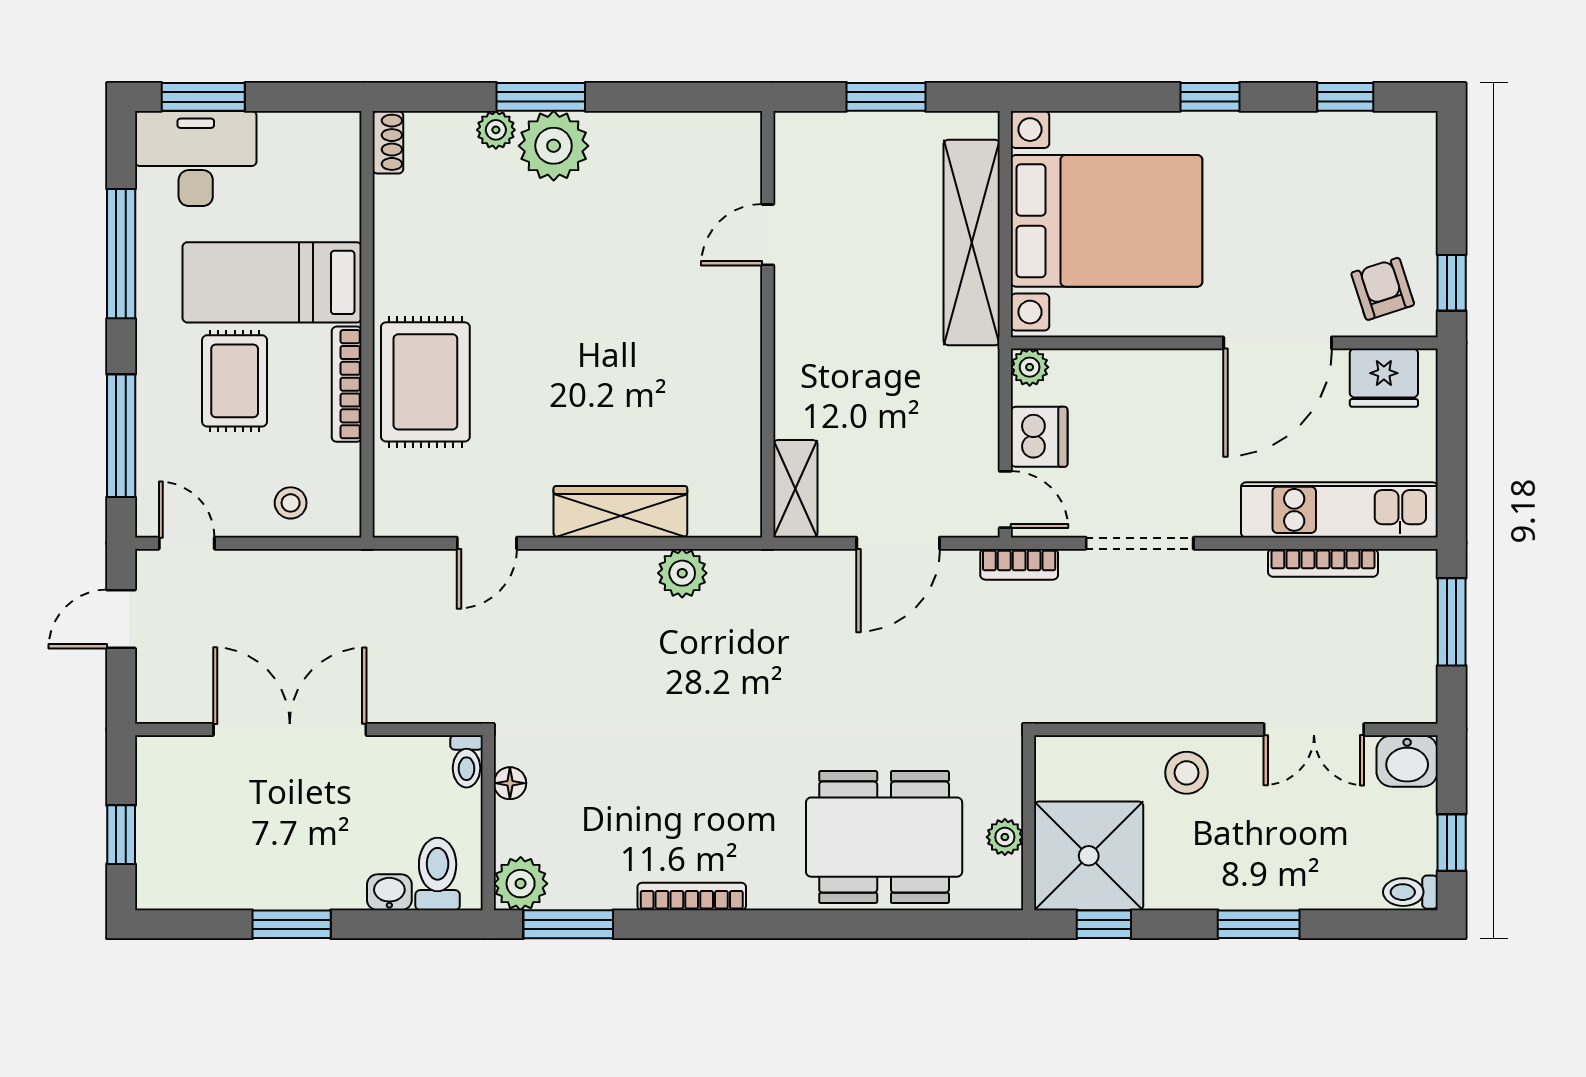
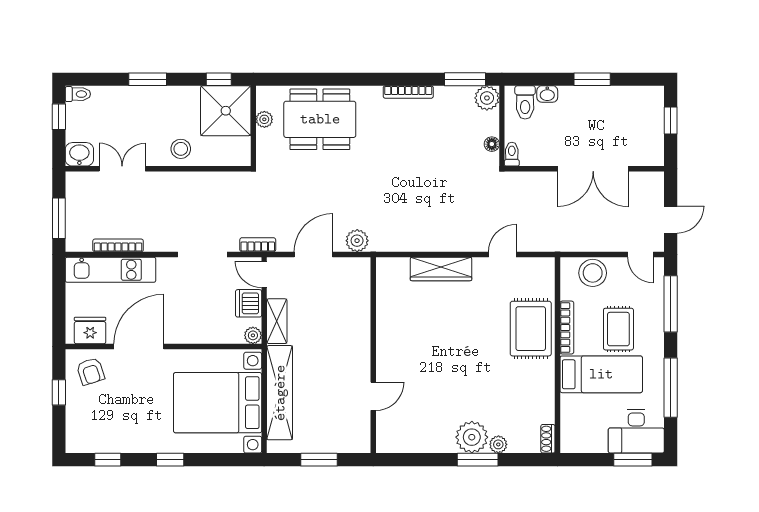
window: (1452, 283) -> (59, 392), moved
shelving: (795, 489) -> (277, 321), moved
stool: (291, 503) -> (593, 273), width x1.89, depth x1.89
plant: (682, 573) -> (357, 241), moved

